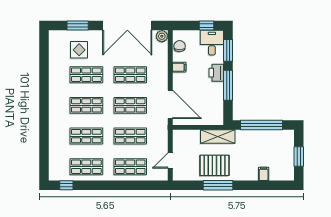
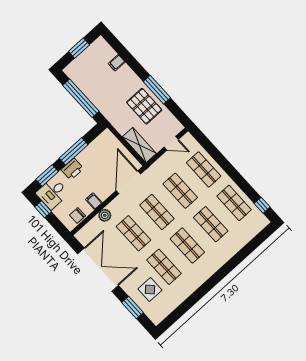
plant: (162, 36) -> (105, 215), moved
shelving: (218, 137) -> (139, 145), moved

